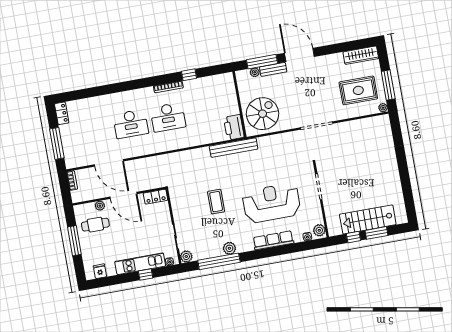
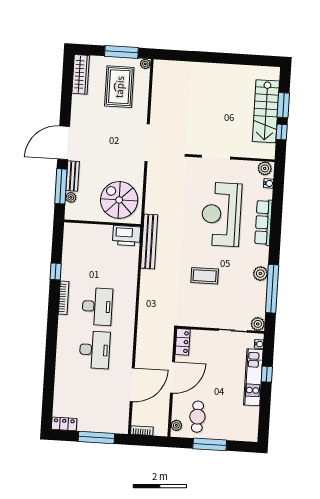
plant: (100, 206) -> (176, 425), moved
fridge: (100, 271) -> (251, 424), removed

